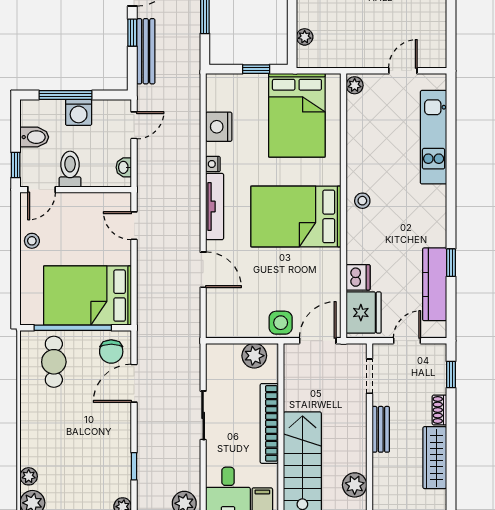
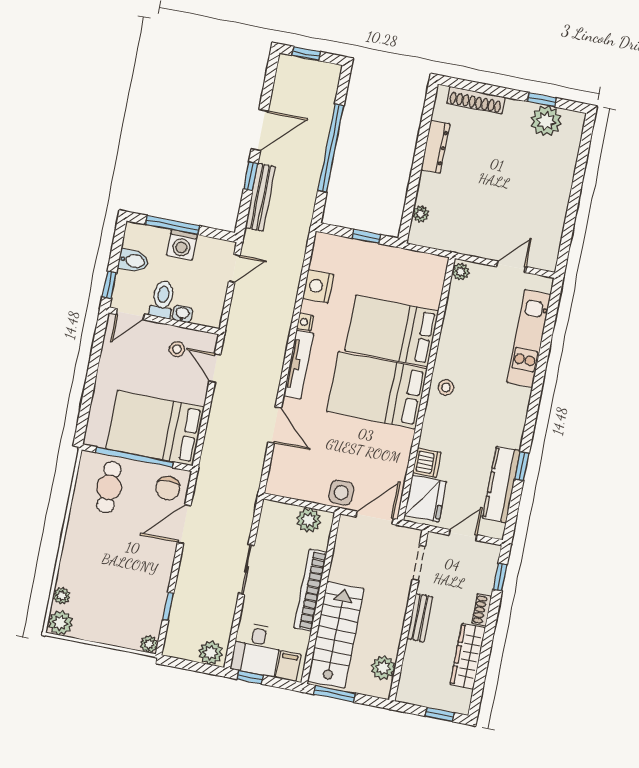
bed: (297, 115) -> (392, 331), moved, turned 90
washbasin: (124, 167) -> (182, 314), moved, turned 90
stool: (32, 241) -> (177, 349), moved

